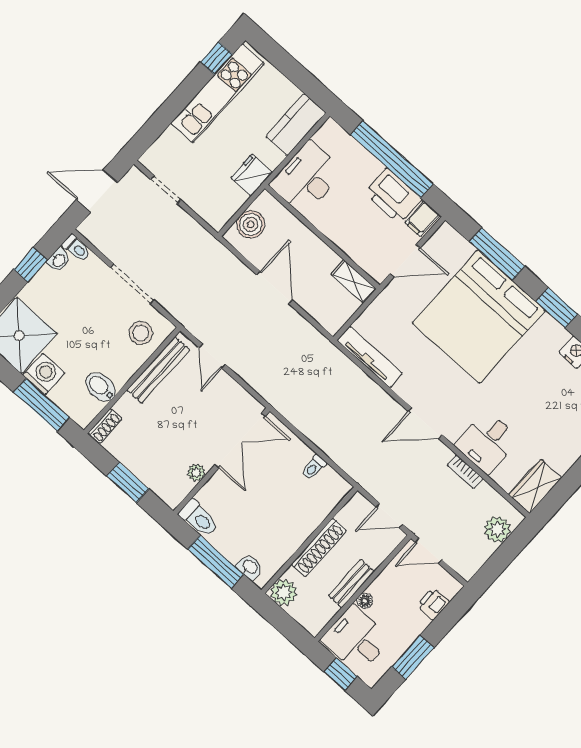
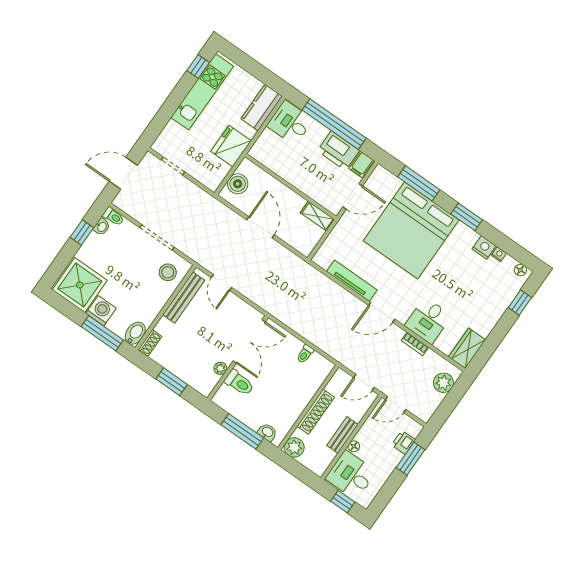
fridge: (251, 175) -> (231, 146), width x1.36, depth x1.34
desk: (307, 178) -> (290, 123), moved, width x0.73
tv unit: (370, 357) -> (352, 281), moved
bidet: (101, 387) -> (135, 333), moved, turned 90
toilet: (199, 518) -> (239, 383), moved
window: (413, 657) -> (411, 459), moved

